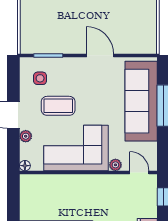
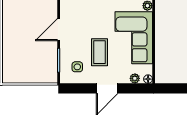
door: (100, 55) -> (59, 30), moved
plant: (26, 136) -> (135, 78), moved

